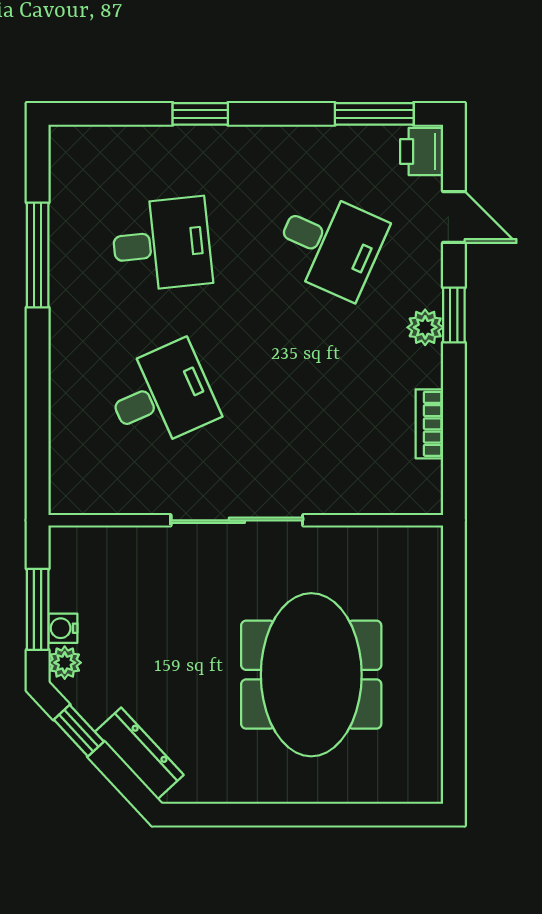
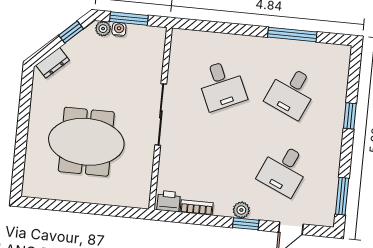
printer: (422, 152) -> (169, 201), moved
desk: (162, 244) -> (292, 92), turned 30
dresser: (139, 753) -> (53, 63), width x0.70

